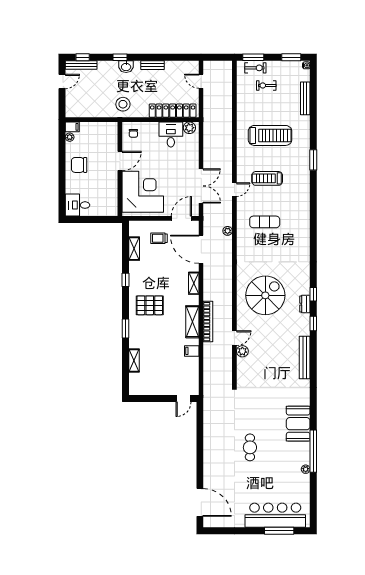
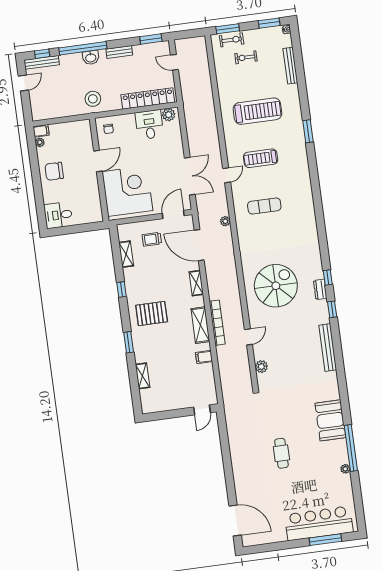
window: (120, 57) -> (83, 48), width x3.17
window: (183, 57) -> (151, 39), added
plant: (242, 351) -> (261, 367), moved

